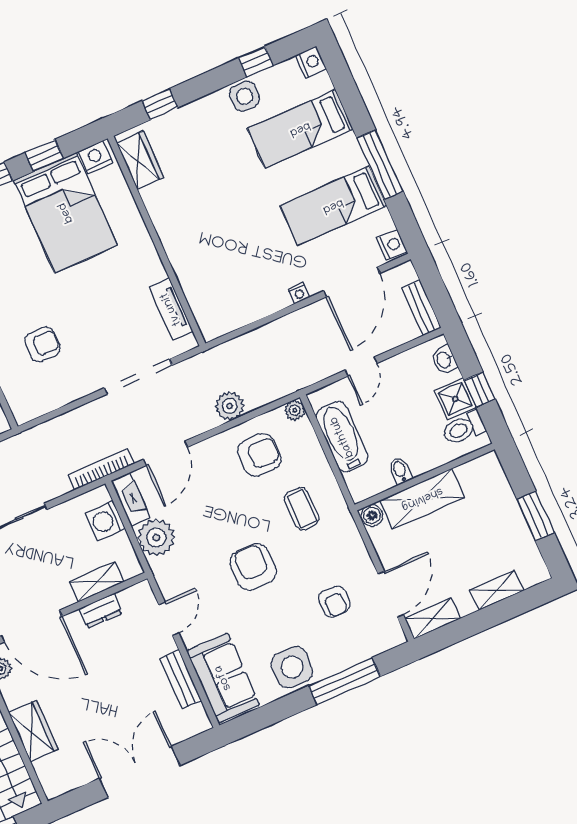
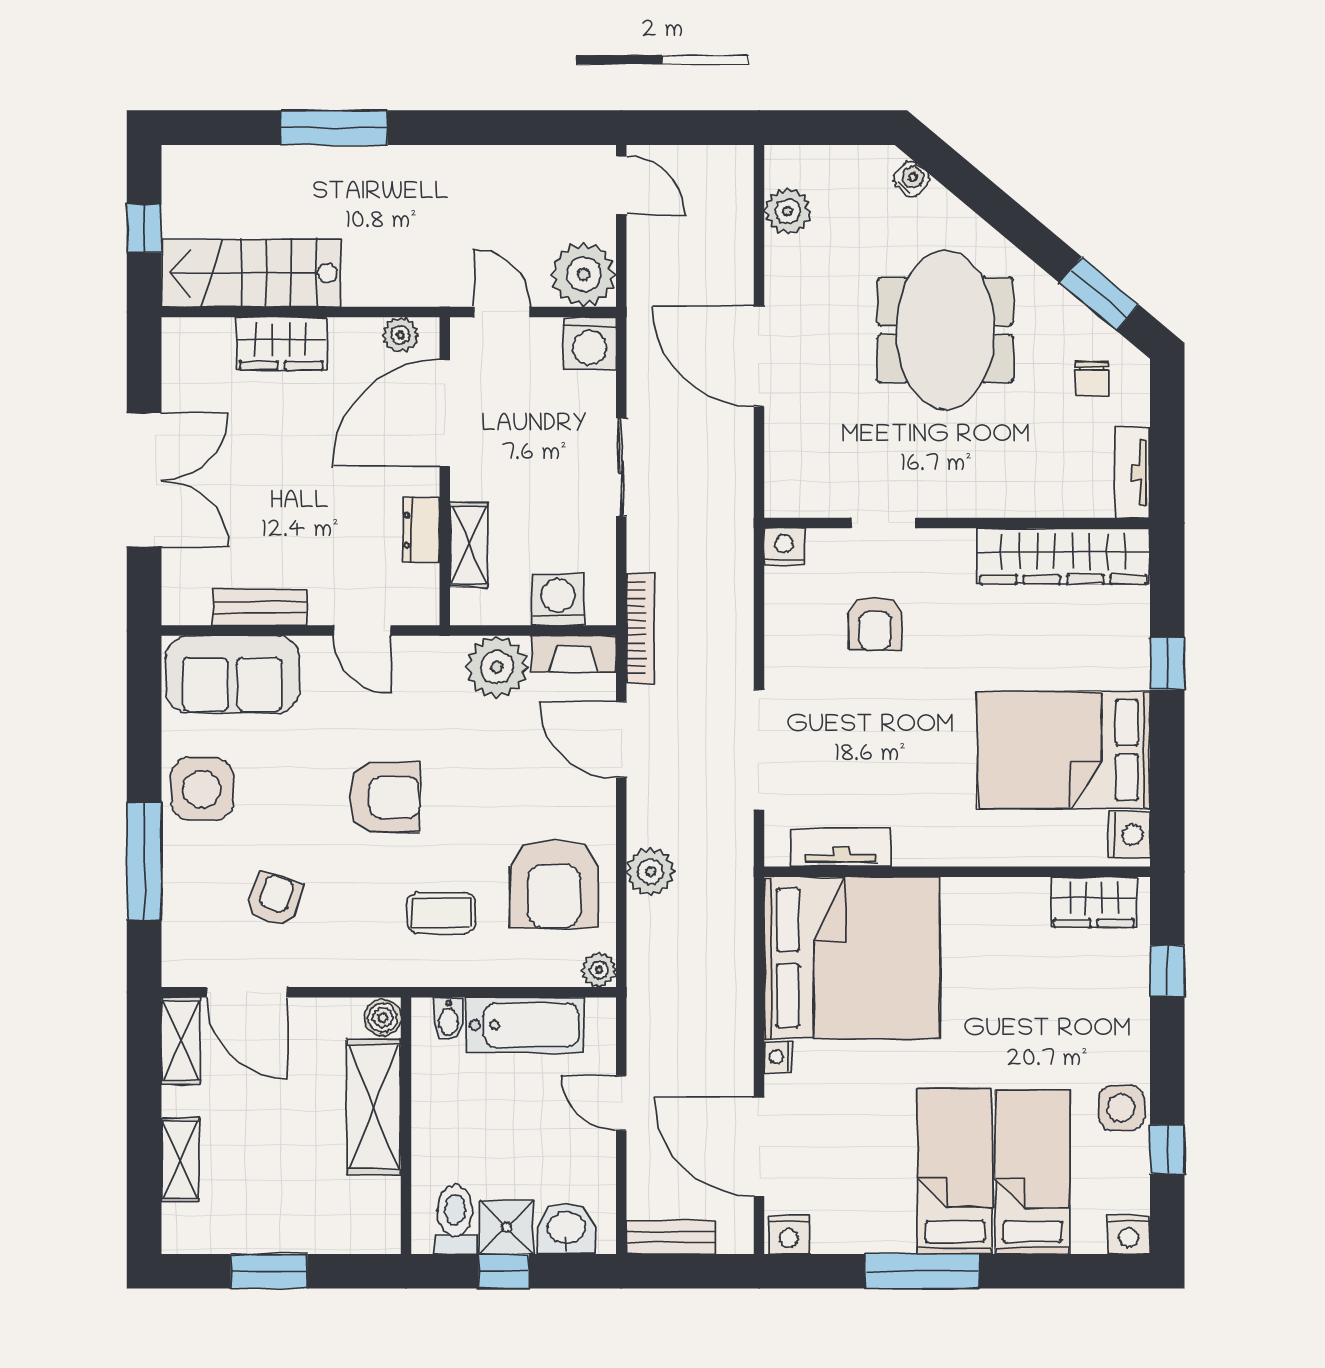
window: (44, 155) -> (1167, 756), removed
bed: (333, 206) -> (955, 1171), moved
bed: (228, 277) -> (852, 958), added
washbasin: (444, 360) -> (566, 1229), width x1.38, depth x1.45
nightstand: (23, 411) -> (784, 547), added
armchair: (259, 455) -> (554, 884), width x1.36, depth x1.36
bidet: (400, 471) -> (449, 1019), moved, turned 90
armchair: (334, 602) -> (274, 900), turned 109

